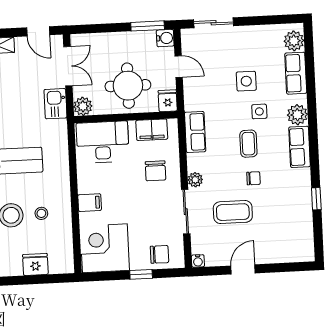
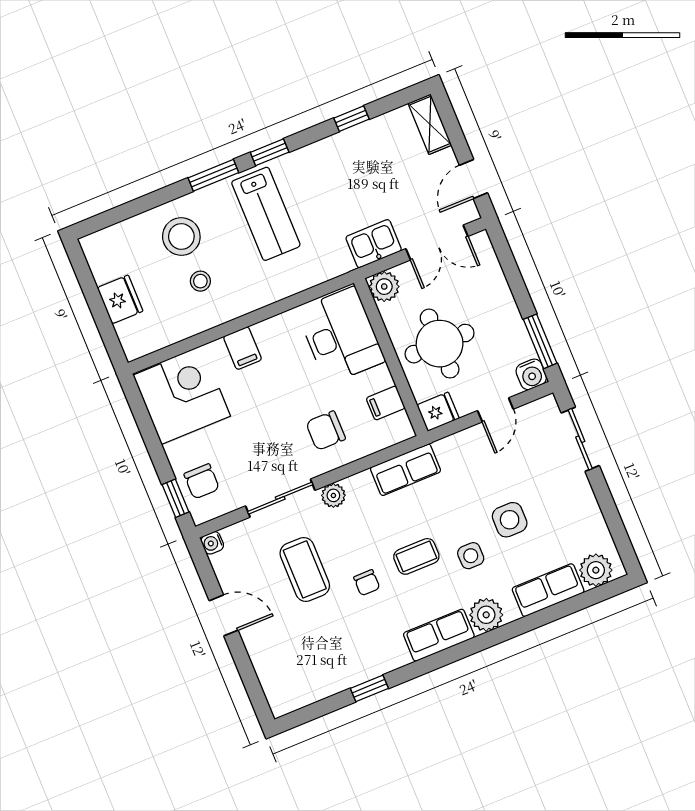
filing cabinet: (152, 130) -> (386, 403), width x0.50
window: (141, 274) -> (176, 498), moved

